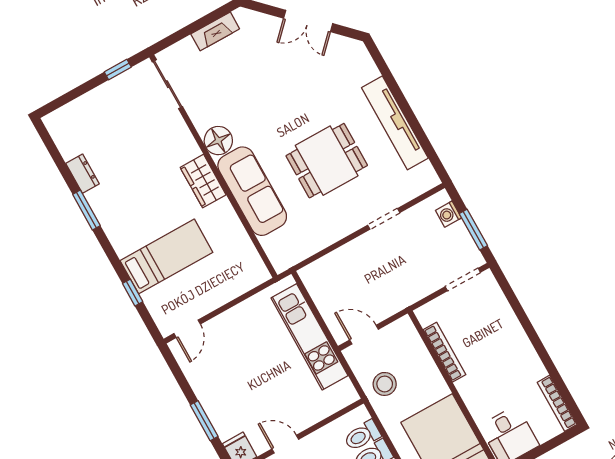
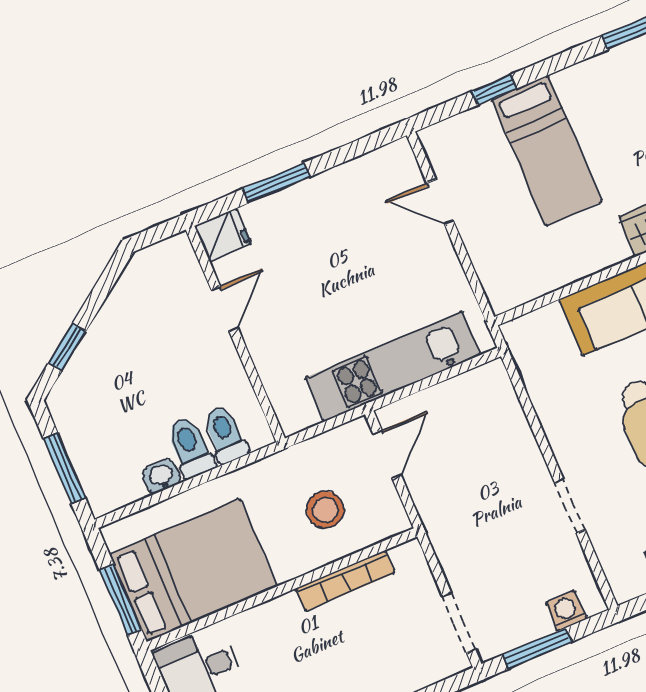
door: (187, 329) -> (440, 202), moved
stool: (385, 384) -> (325, 510), moved

